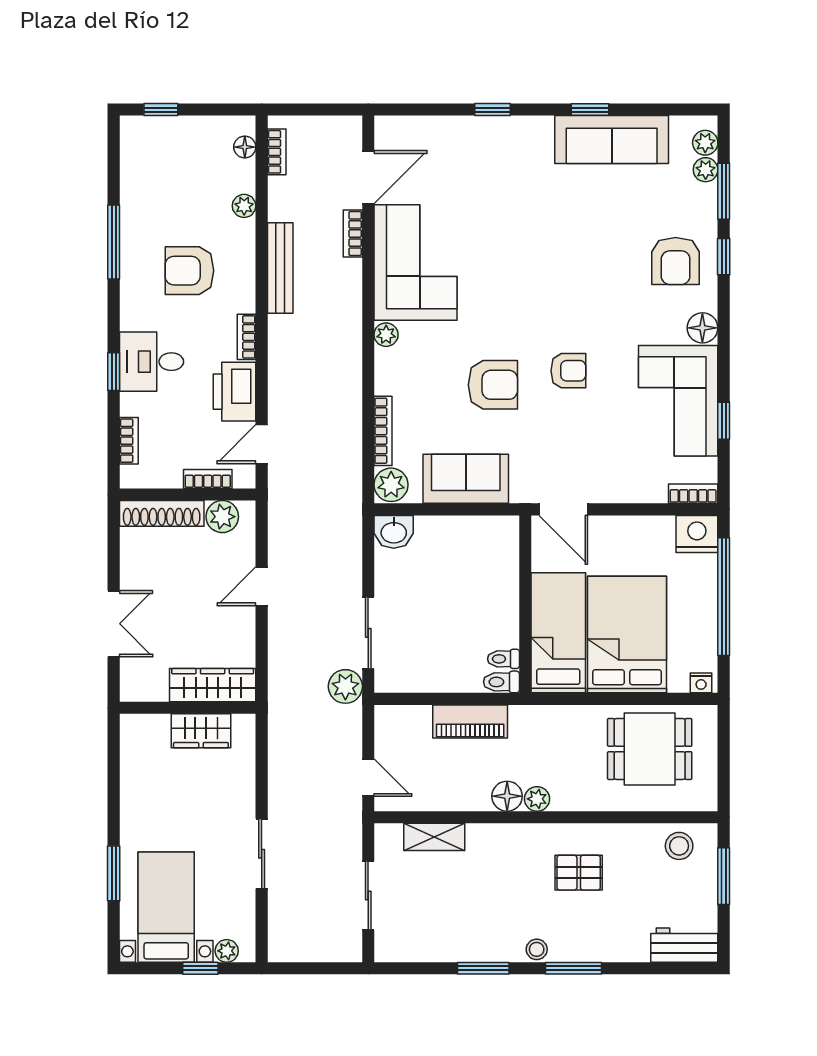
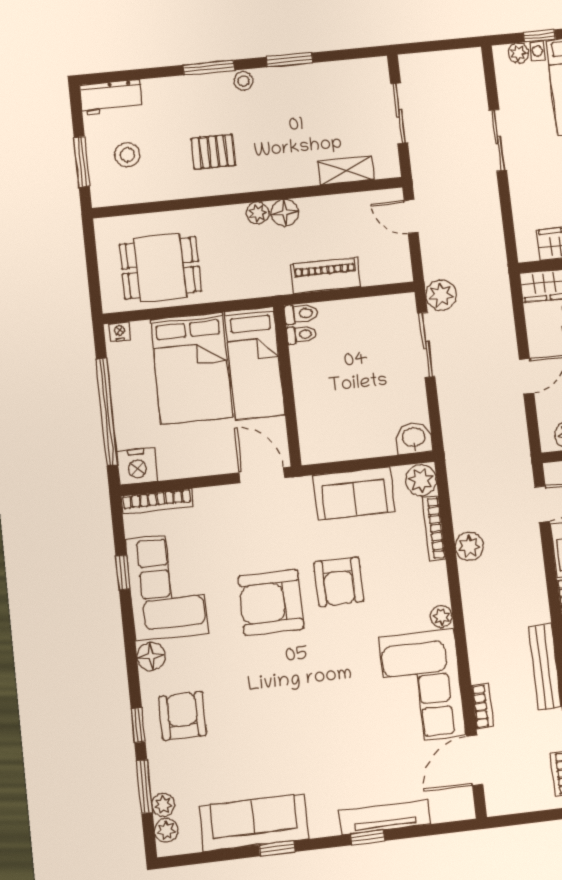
tv unit: (472, 128) -> (385, 817), added
armchair: (568, 371) -> (271, 603), width x1.88, depth x1.88
armchair: (493, 385) -> (339, 582), turned -90
plant: (347, 407) -> (469, 546), added
bookcase: (693, 494) -> (157, 501), width x1.56
stool: (679, 846) -> (127, 155), moved

